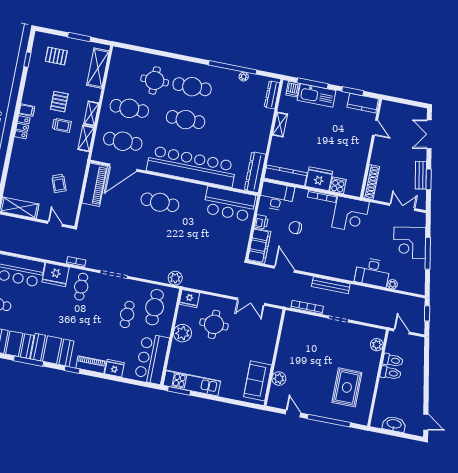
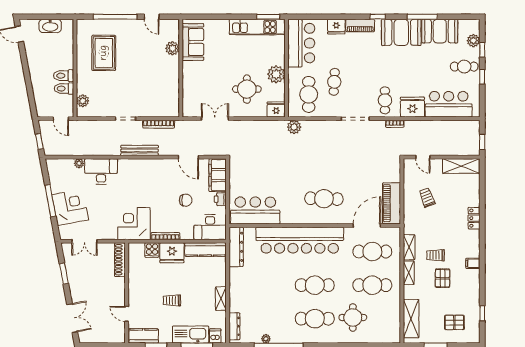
locker: (22, 127) -> (474, 218), moved
trolley: (328, 132) -> (172, 300), added
bench: (421, 175) -> (72, 276), removed

